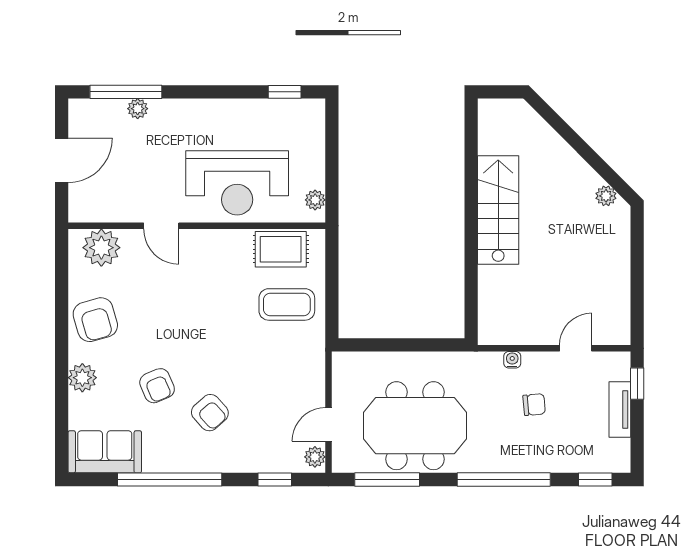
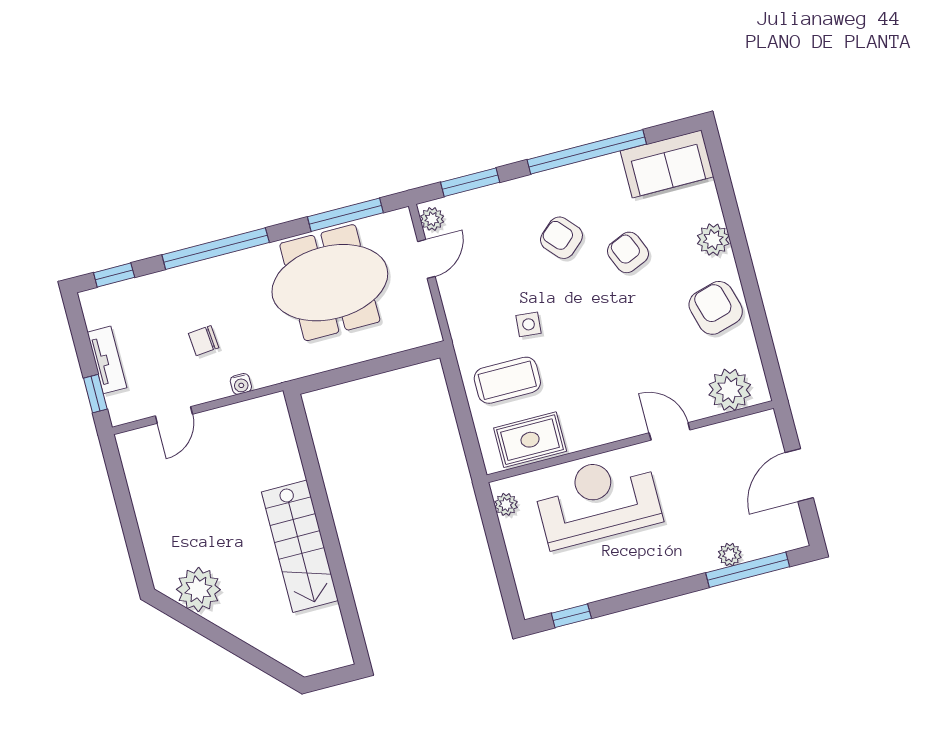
plant: (606, 196) -> (198, 590), width x1.88, depth x1.88
side table: (257, 347) -> (529, 324), added
window: (275, 480) -> (470, 182), width x1.50

